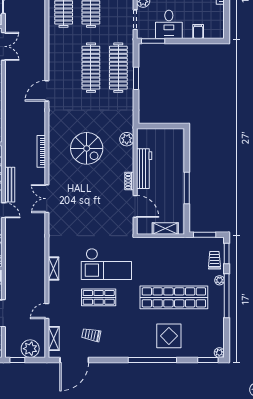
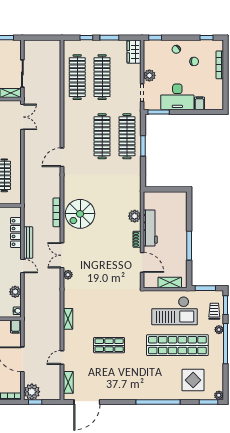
desk: (169, 24) -> (177, 97), width x1.37
plant: (127, 139) -> (135, 216), moved
spiral stairs: (87, 148) -> (80, 214), moved, turned 90
plant: (53, 220) -> (68, 275), added
checkout: (106, 264) -> (174, 311), moved
trolley: (91, 335) -> (102, 379), removed
display table: (169, 336) -> (193, 380), moved
plant: (30, 349) -> (32, 392), moved

